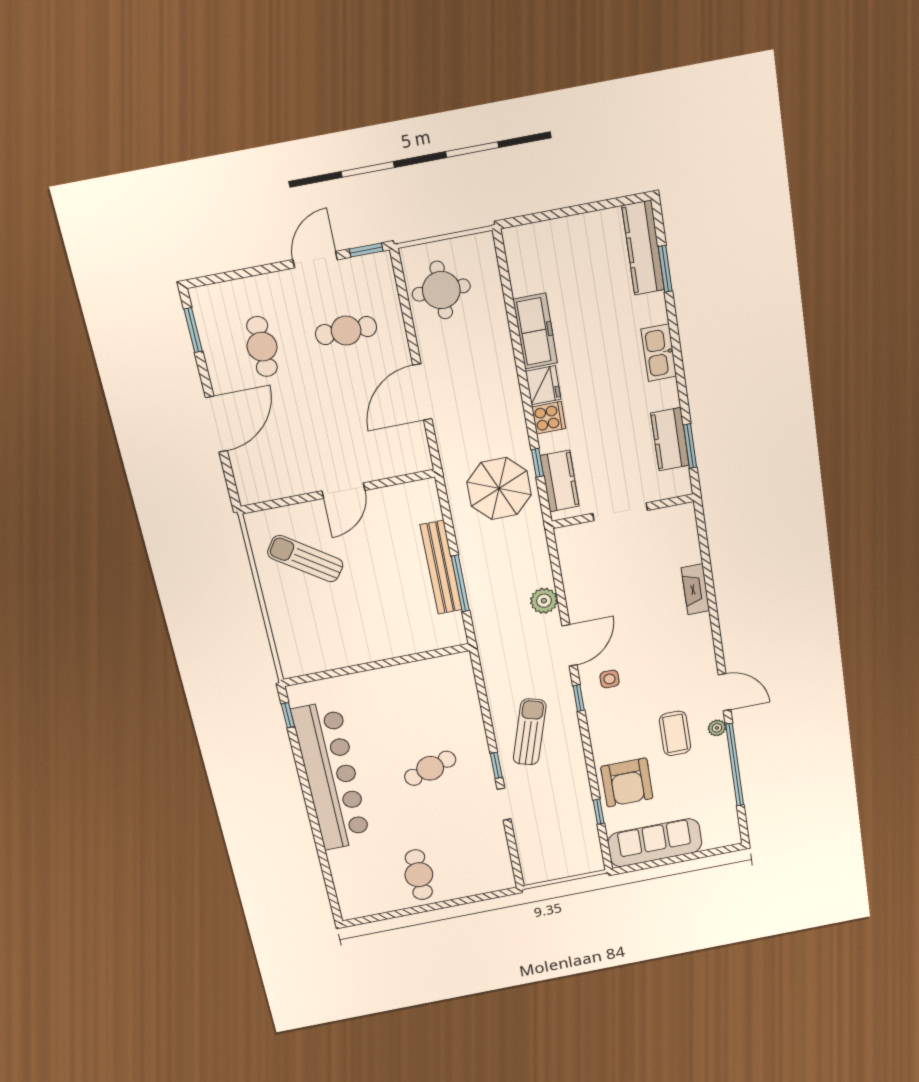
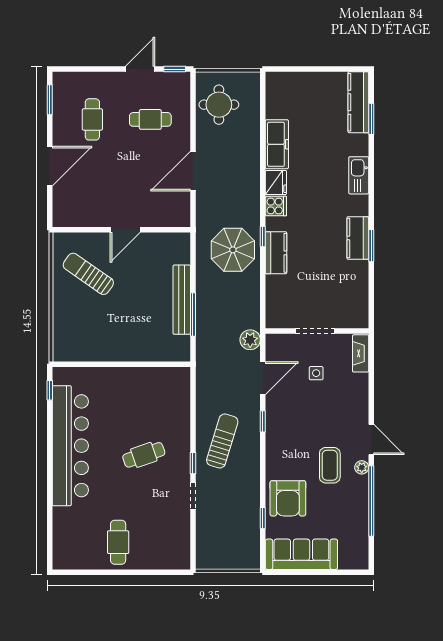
wall: (623, 511) -> (317, 331), moved
doorway: (620, 512) -> (315, 331), moved
side table: (610, 679) -> (316, 373), moved

